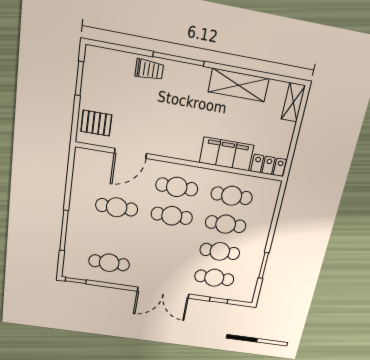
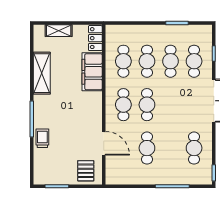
shelving: (293, 102) -> (59, 31), moved

